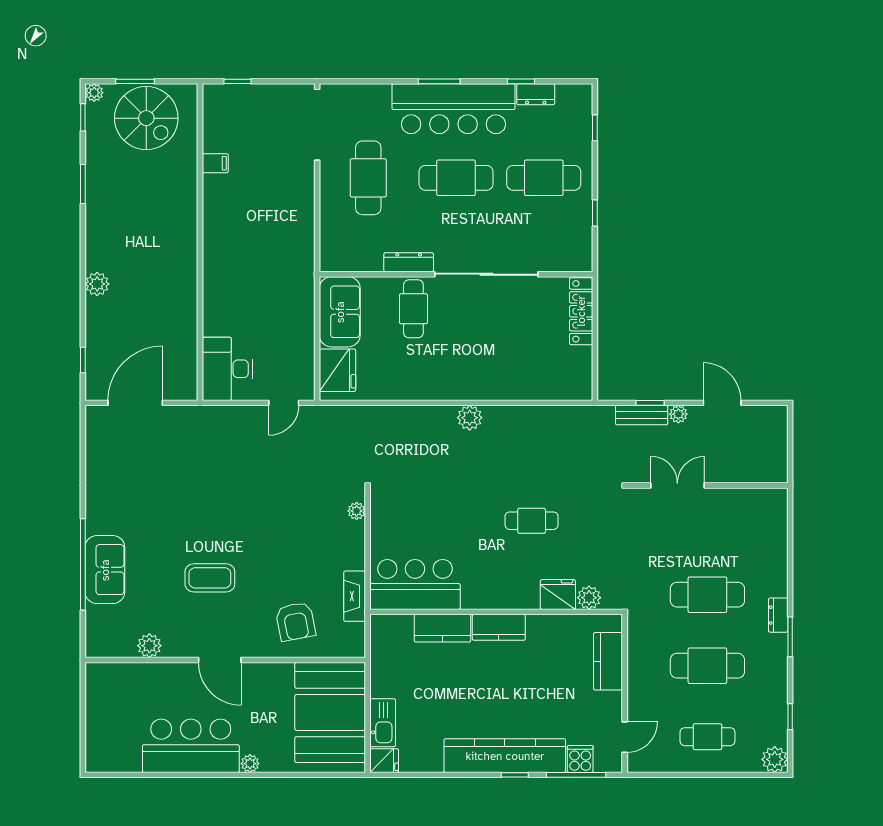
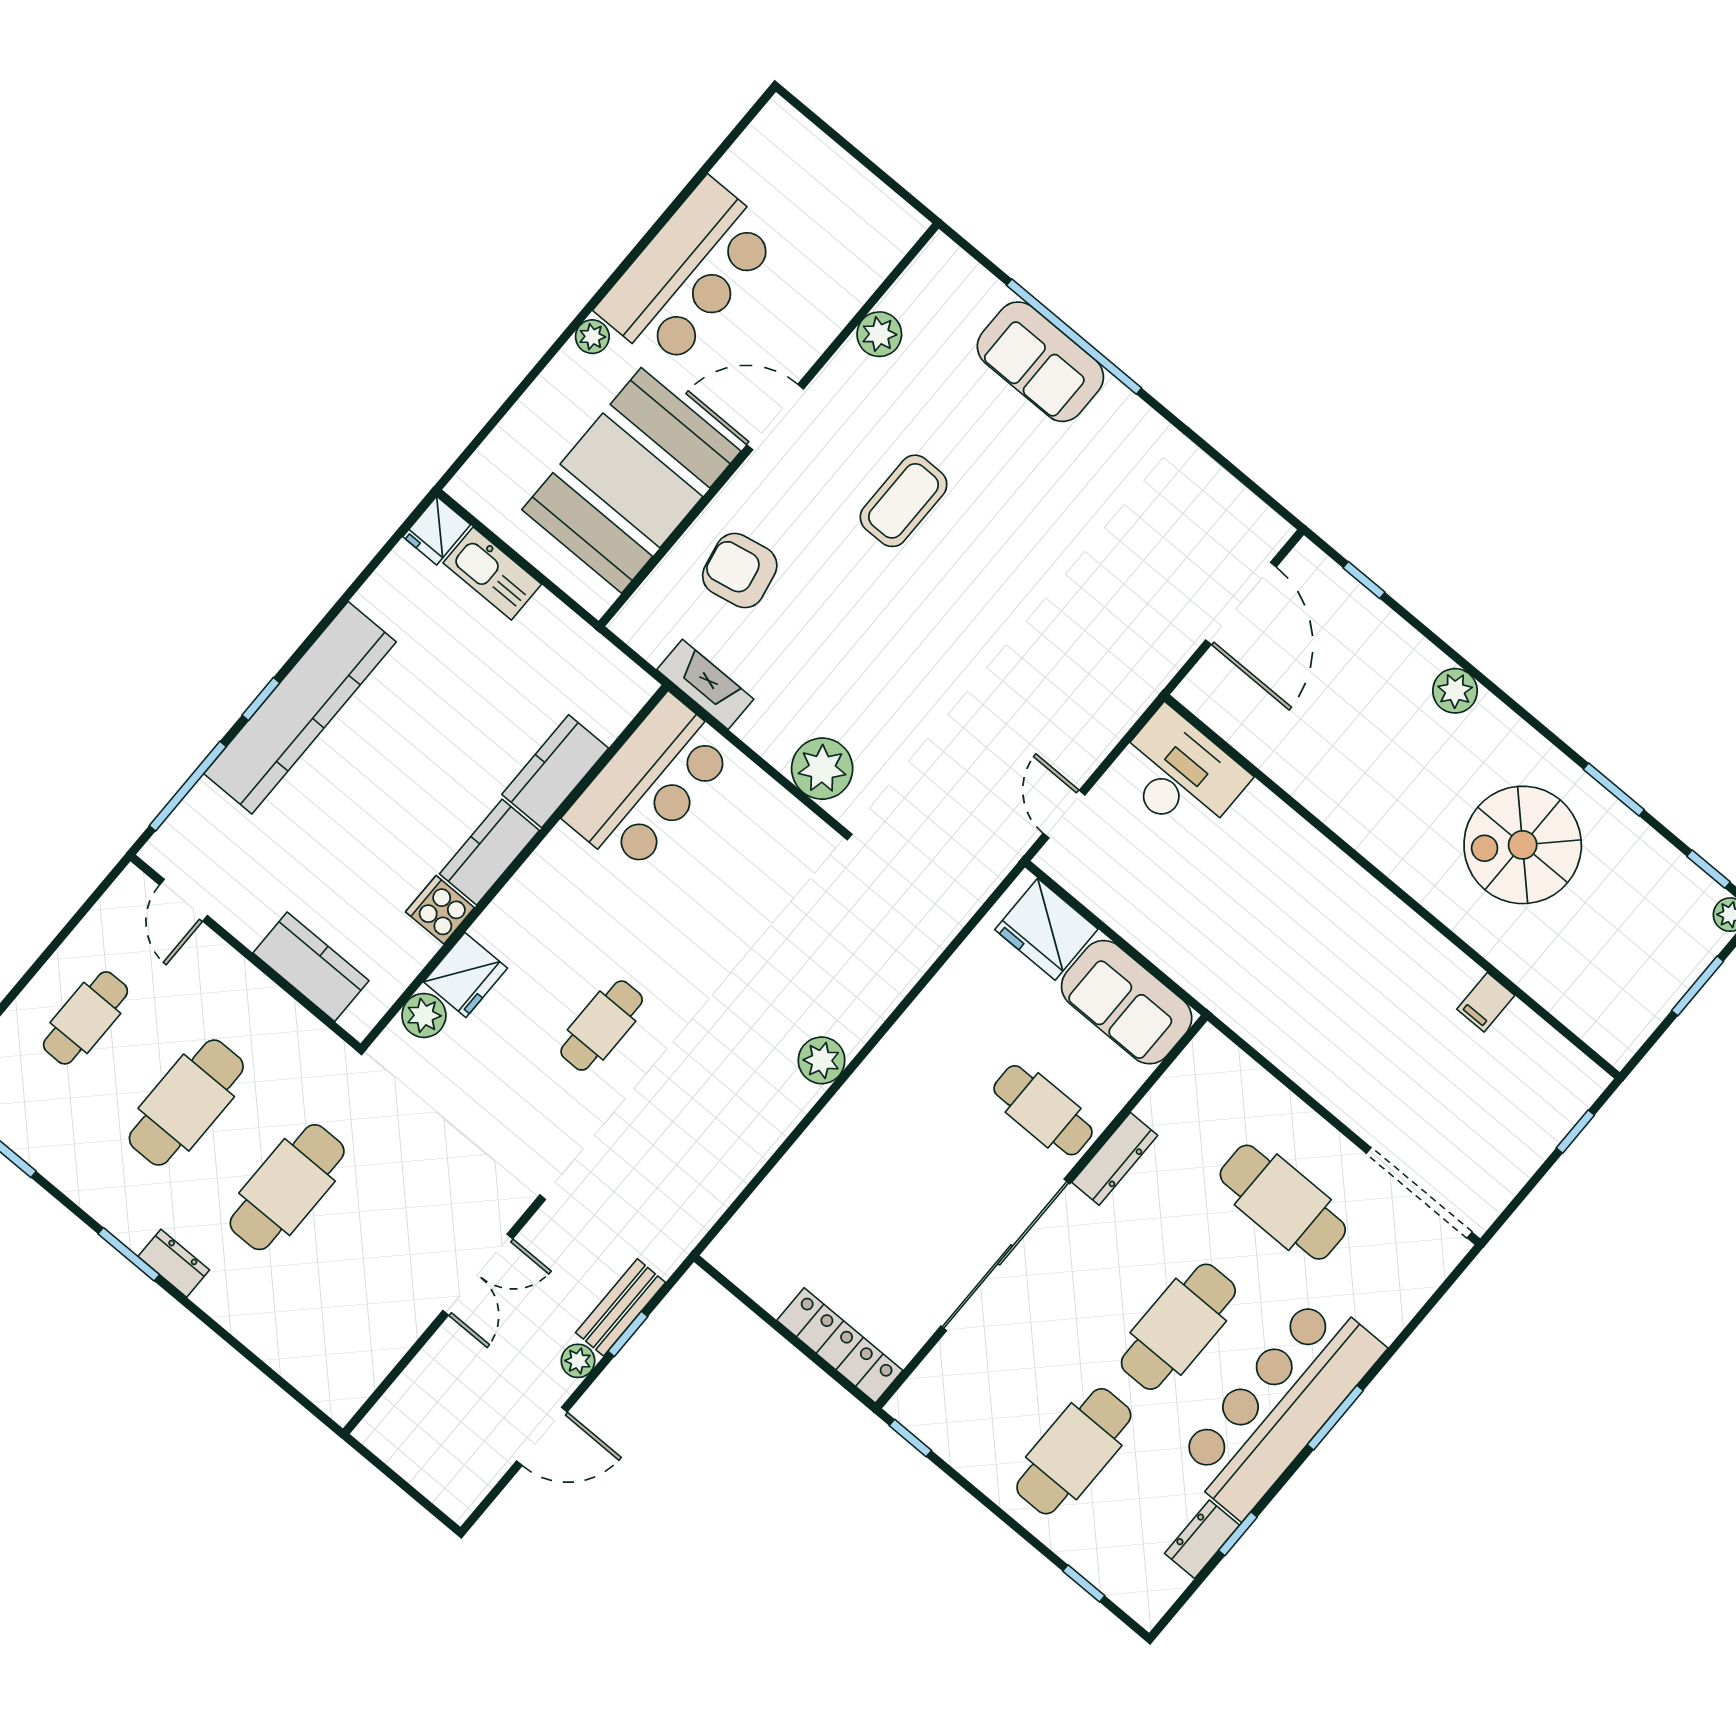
spiral stairs: (146, 118) -> (1523, 845), moved
window: (595, 213) -> (910, 1438), moved
plant: (357, 511) -> (822, 769), width x1.88, depth x1.88
booth: (330, 712) -> (631, 480), moved, turned 90
cooker: (580, 759) -> (440, 910), moved, turned 180

